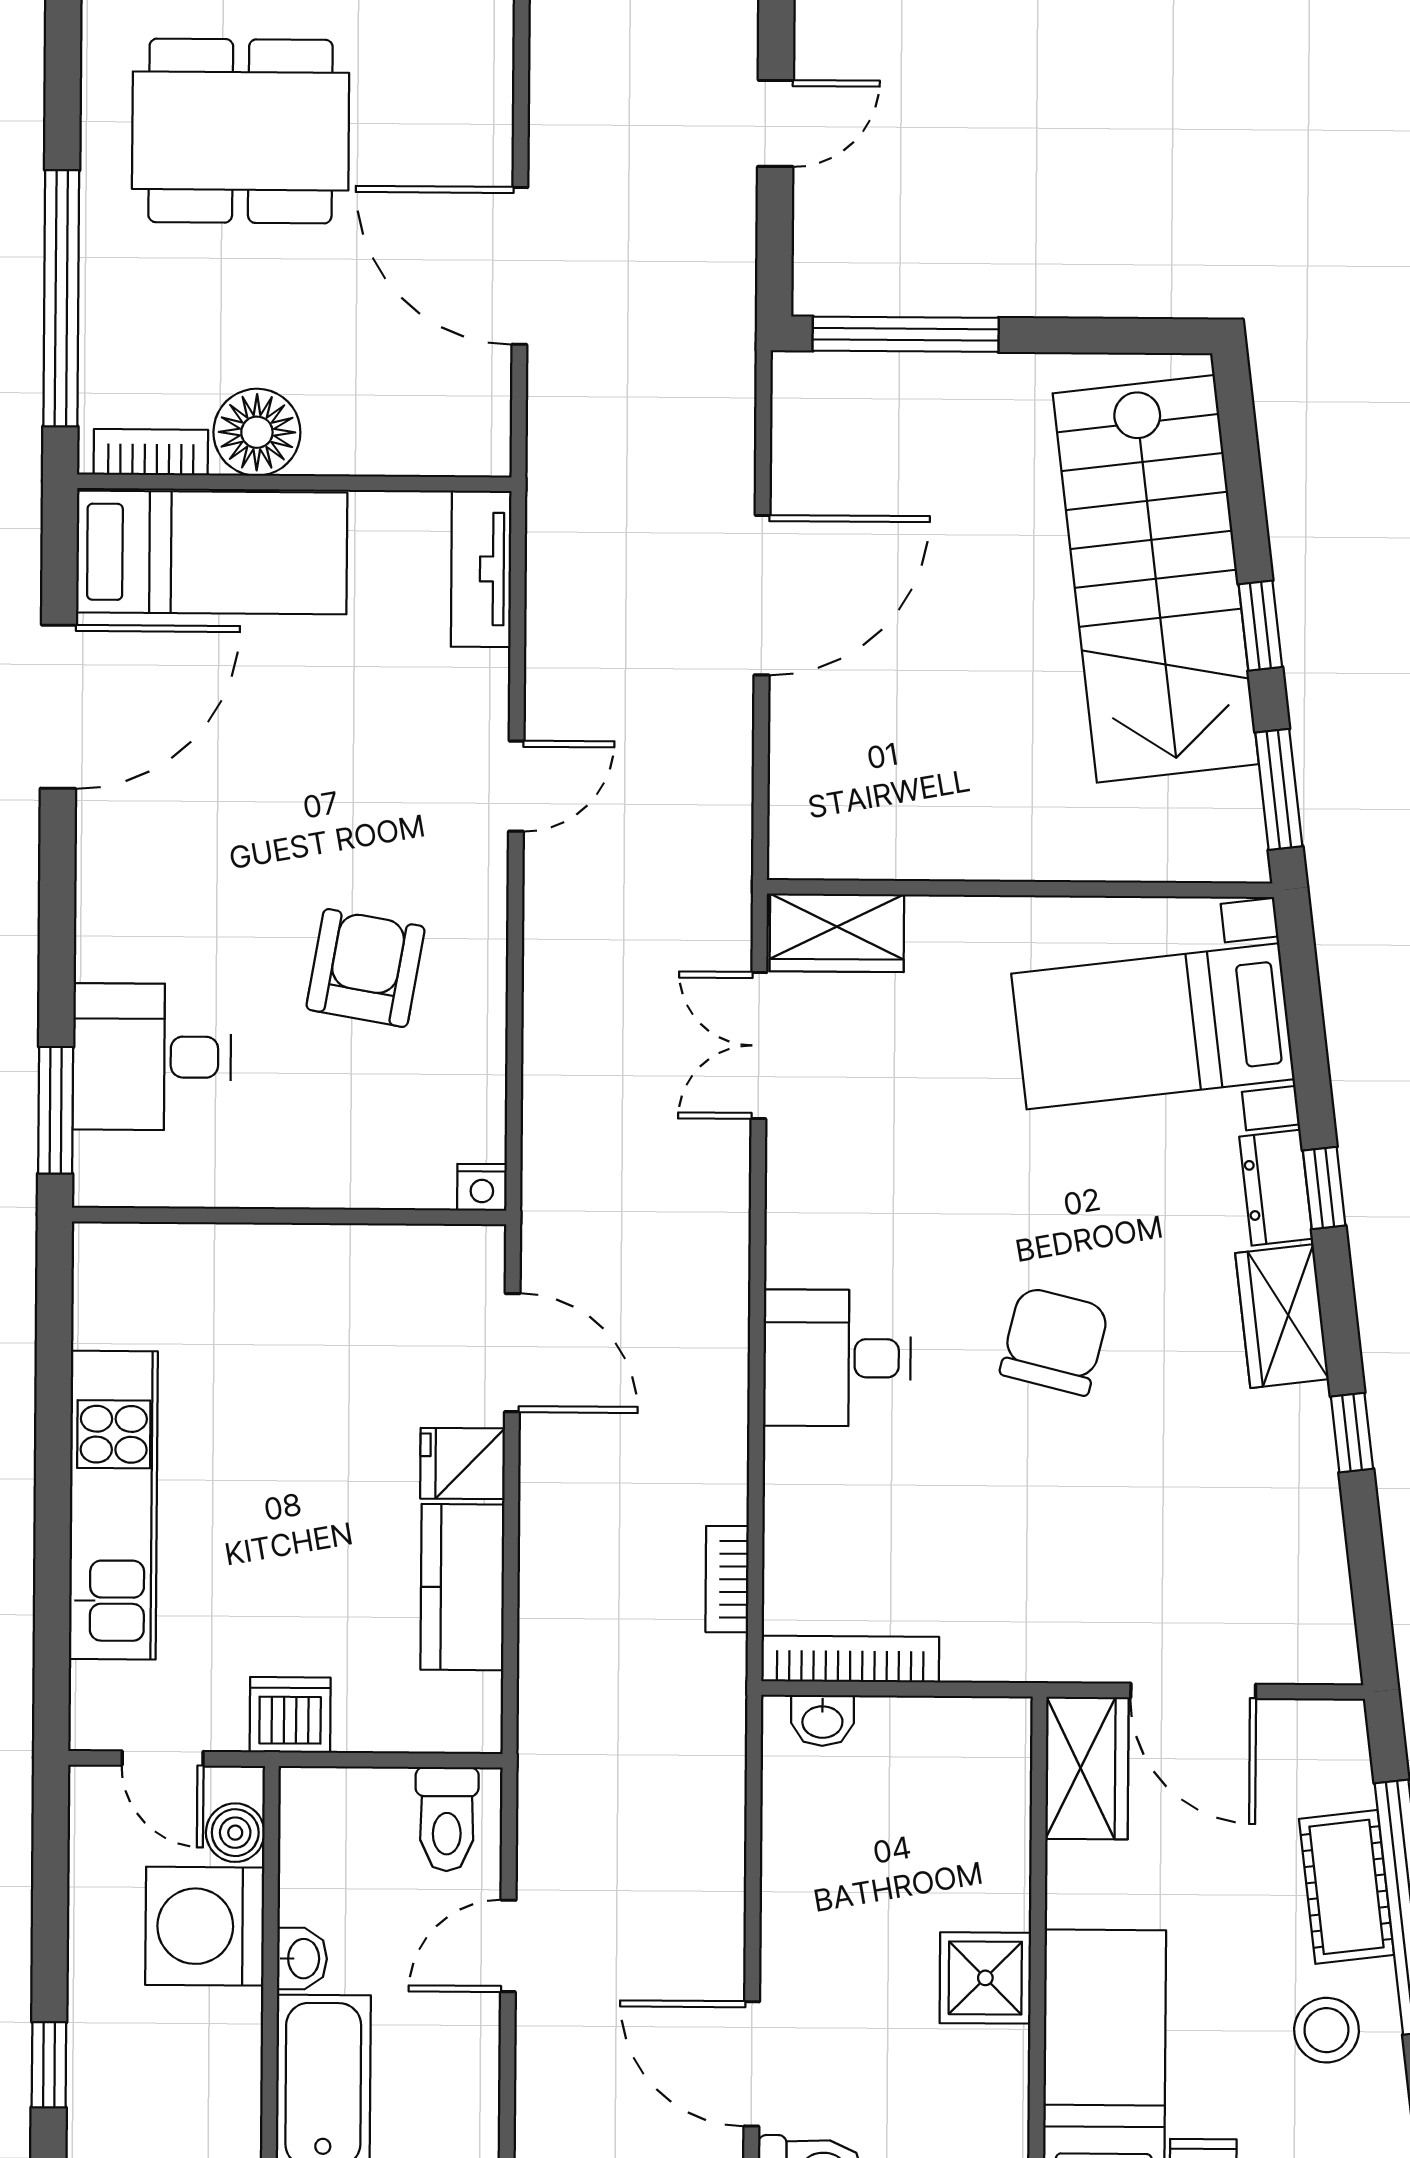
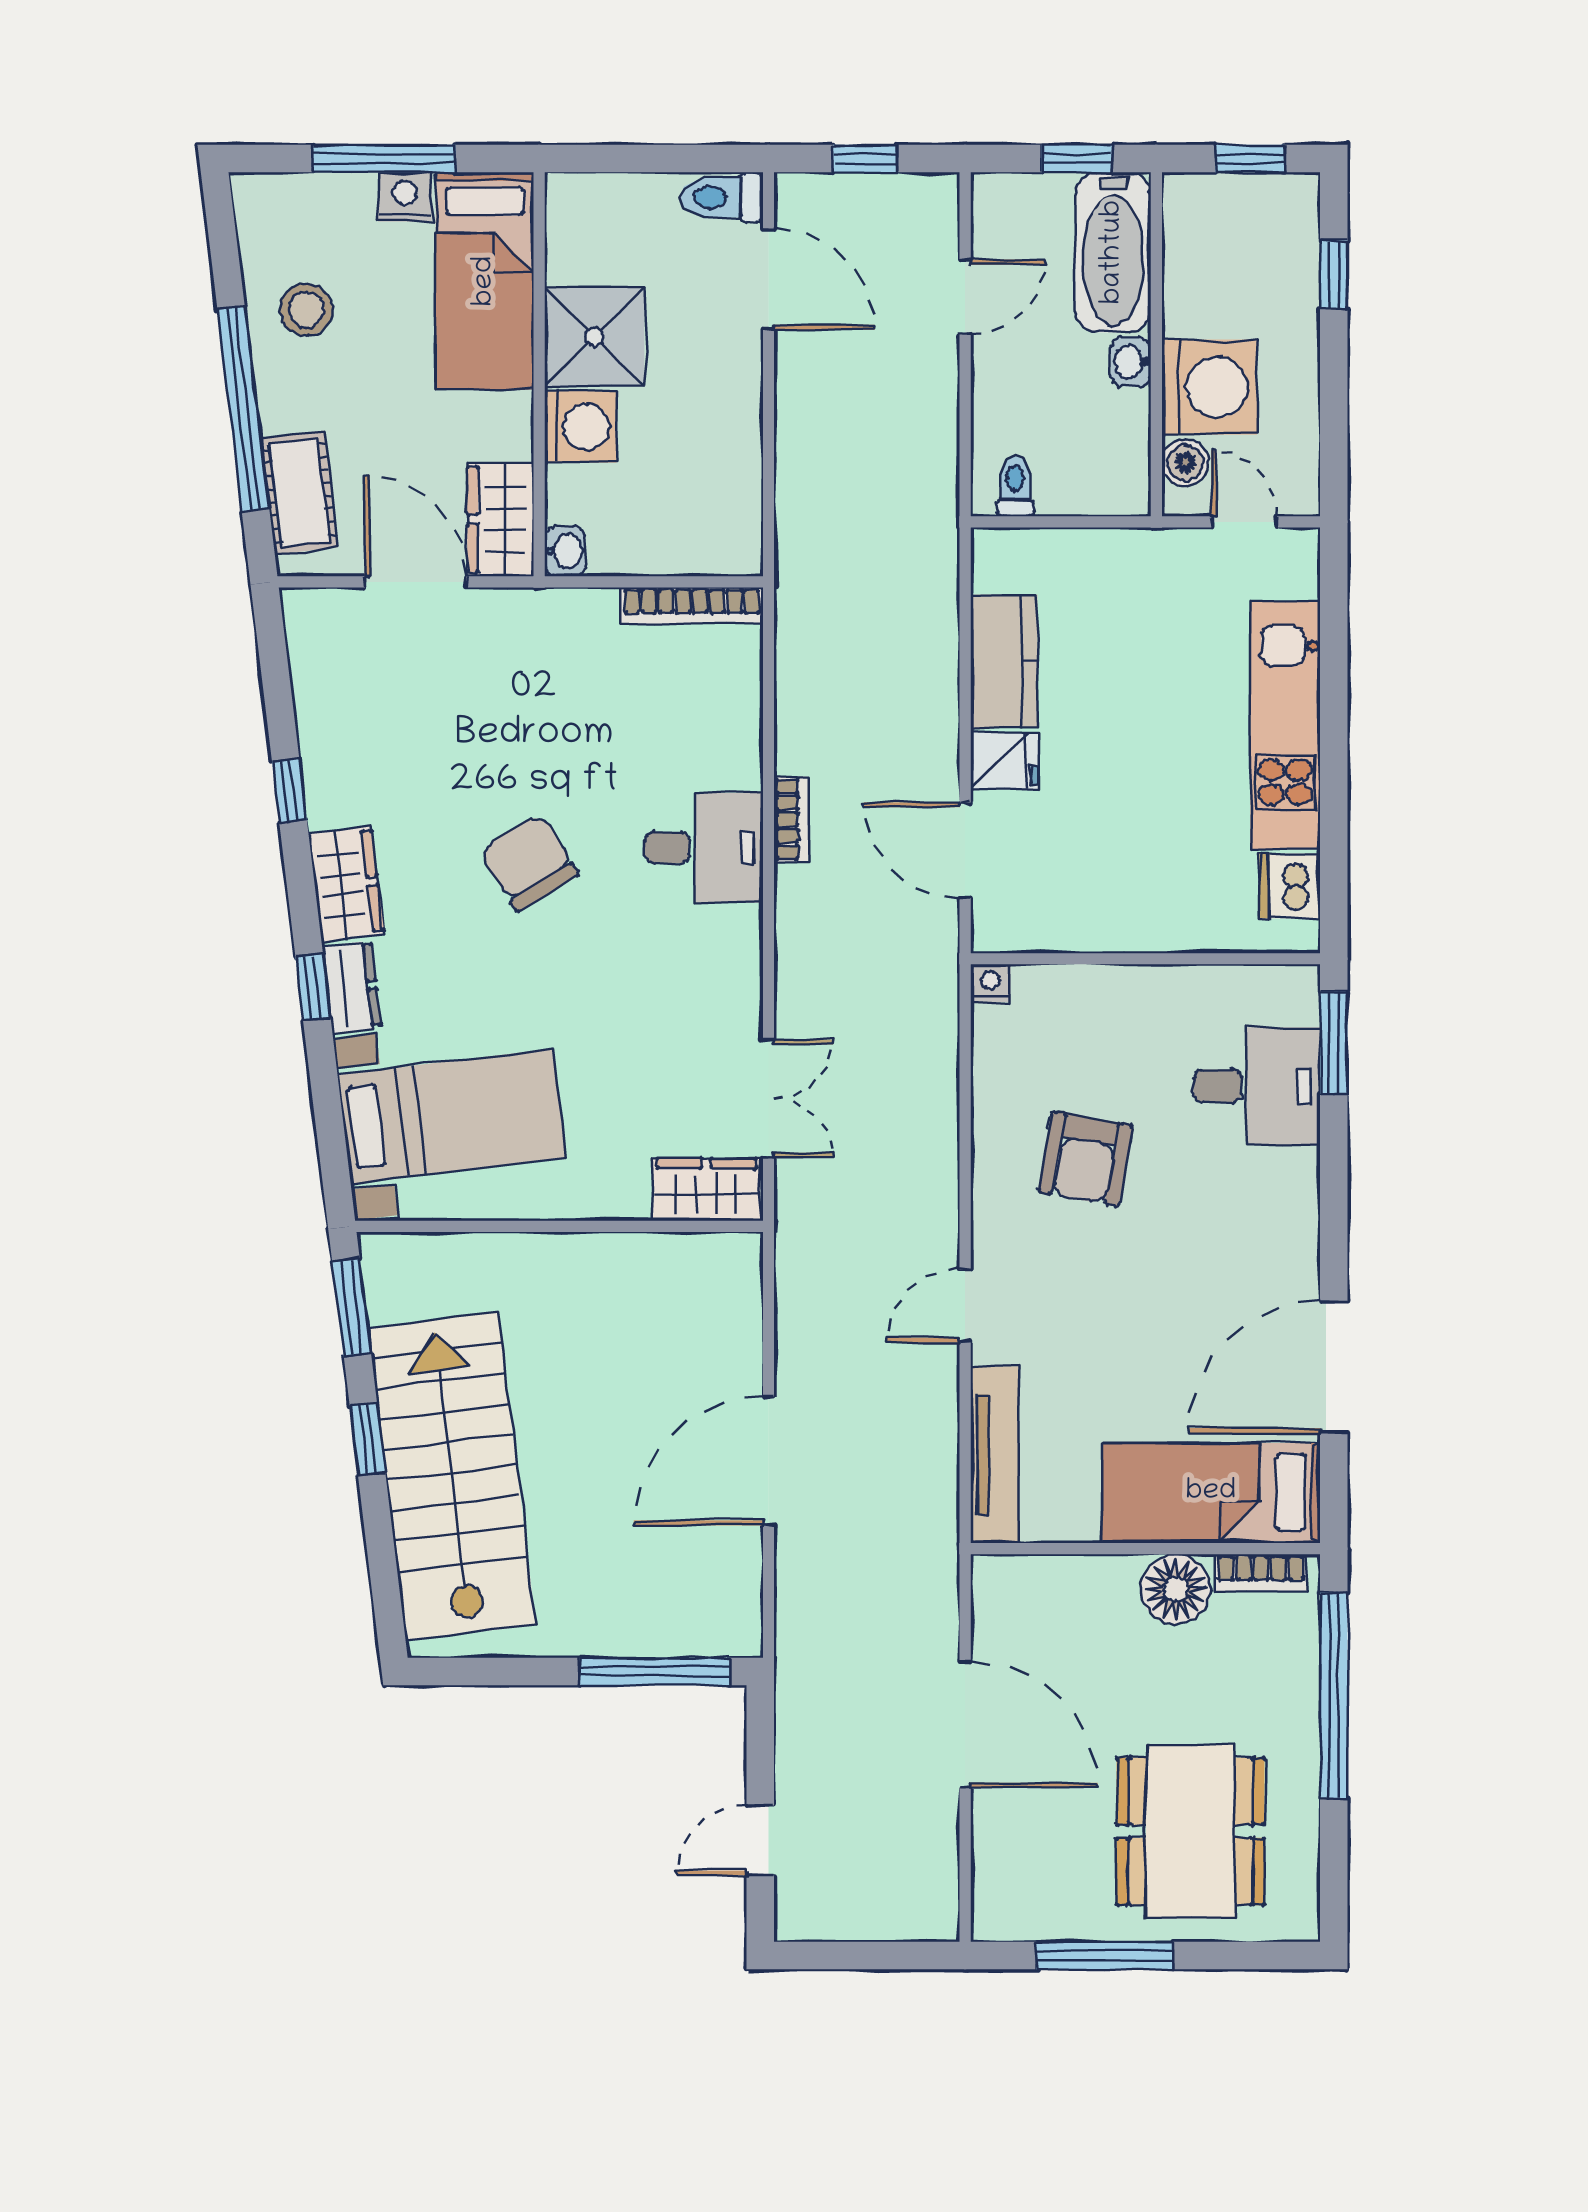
dining table: (241, 131) -> (1191, 1831), turned 90
tv unit: (481, 569) -> (995, 1455), width x1.41
chair: (1054, 1341) -> (529, 862), turned 134
bookcase: (727, 1579) -> (791, 819), moved
dishwasher: (290, 1715) -> (1290, 886), moved, turned 90
washbasin: (822, 1721) -> (565, 551), moved, turned 90
toilet: (447, 1819) -> (1015, 486), width x0.73, depth x0.72
washing machine: (987, 1882) -> (580, 427), added
cot: (1347, 1887) -> (299, 493), moved
door: (508, 1946) -> (965, 297), moved
shower: (985, 1978) -> (594, 337), width x1.36, depth x1.36

